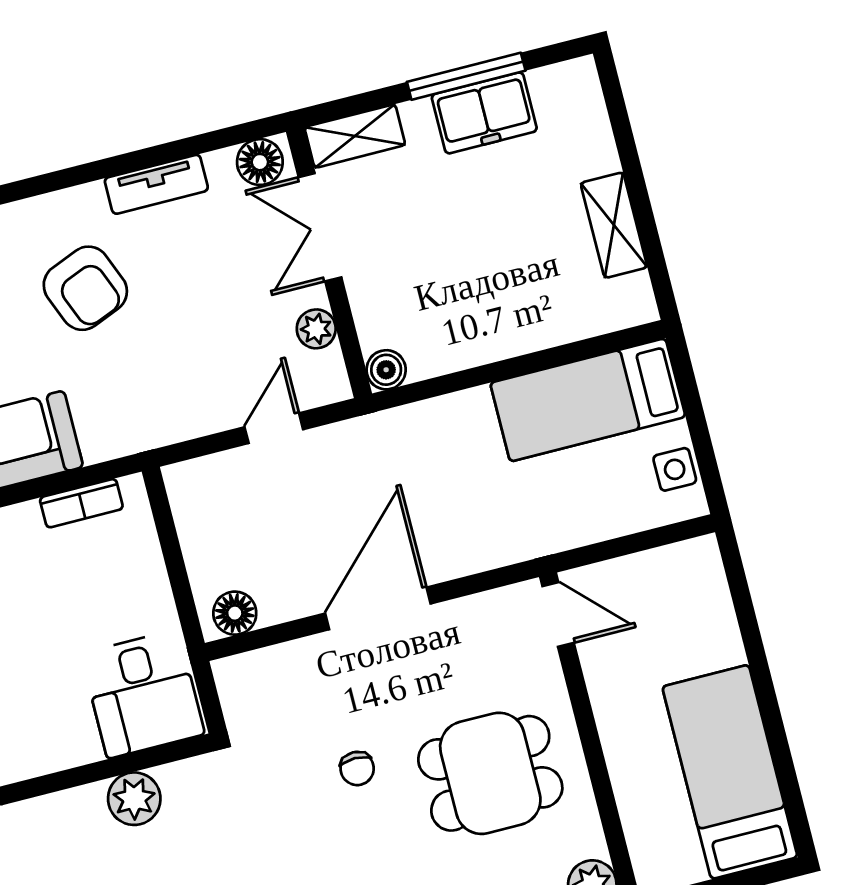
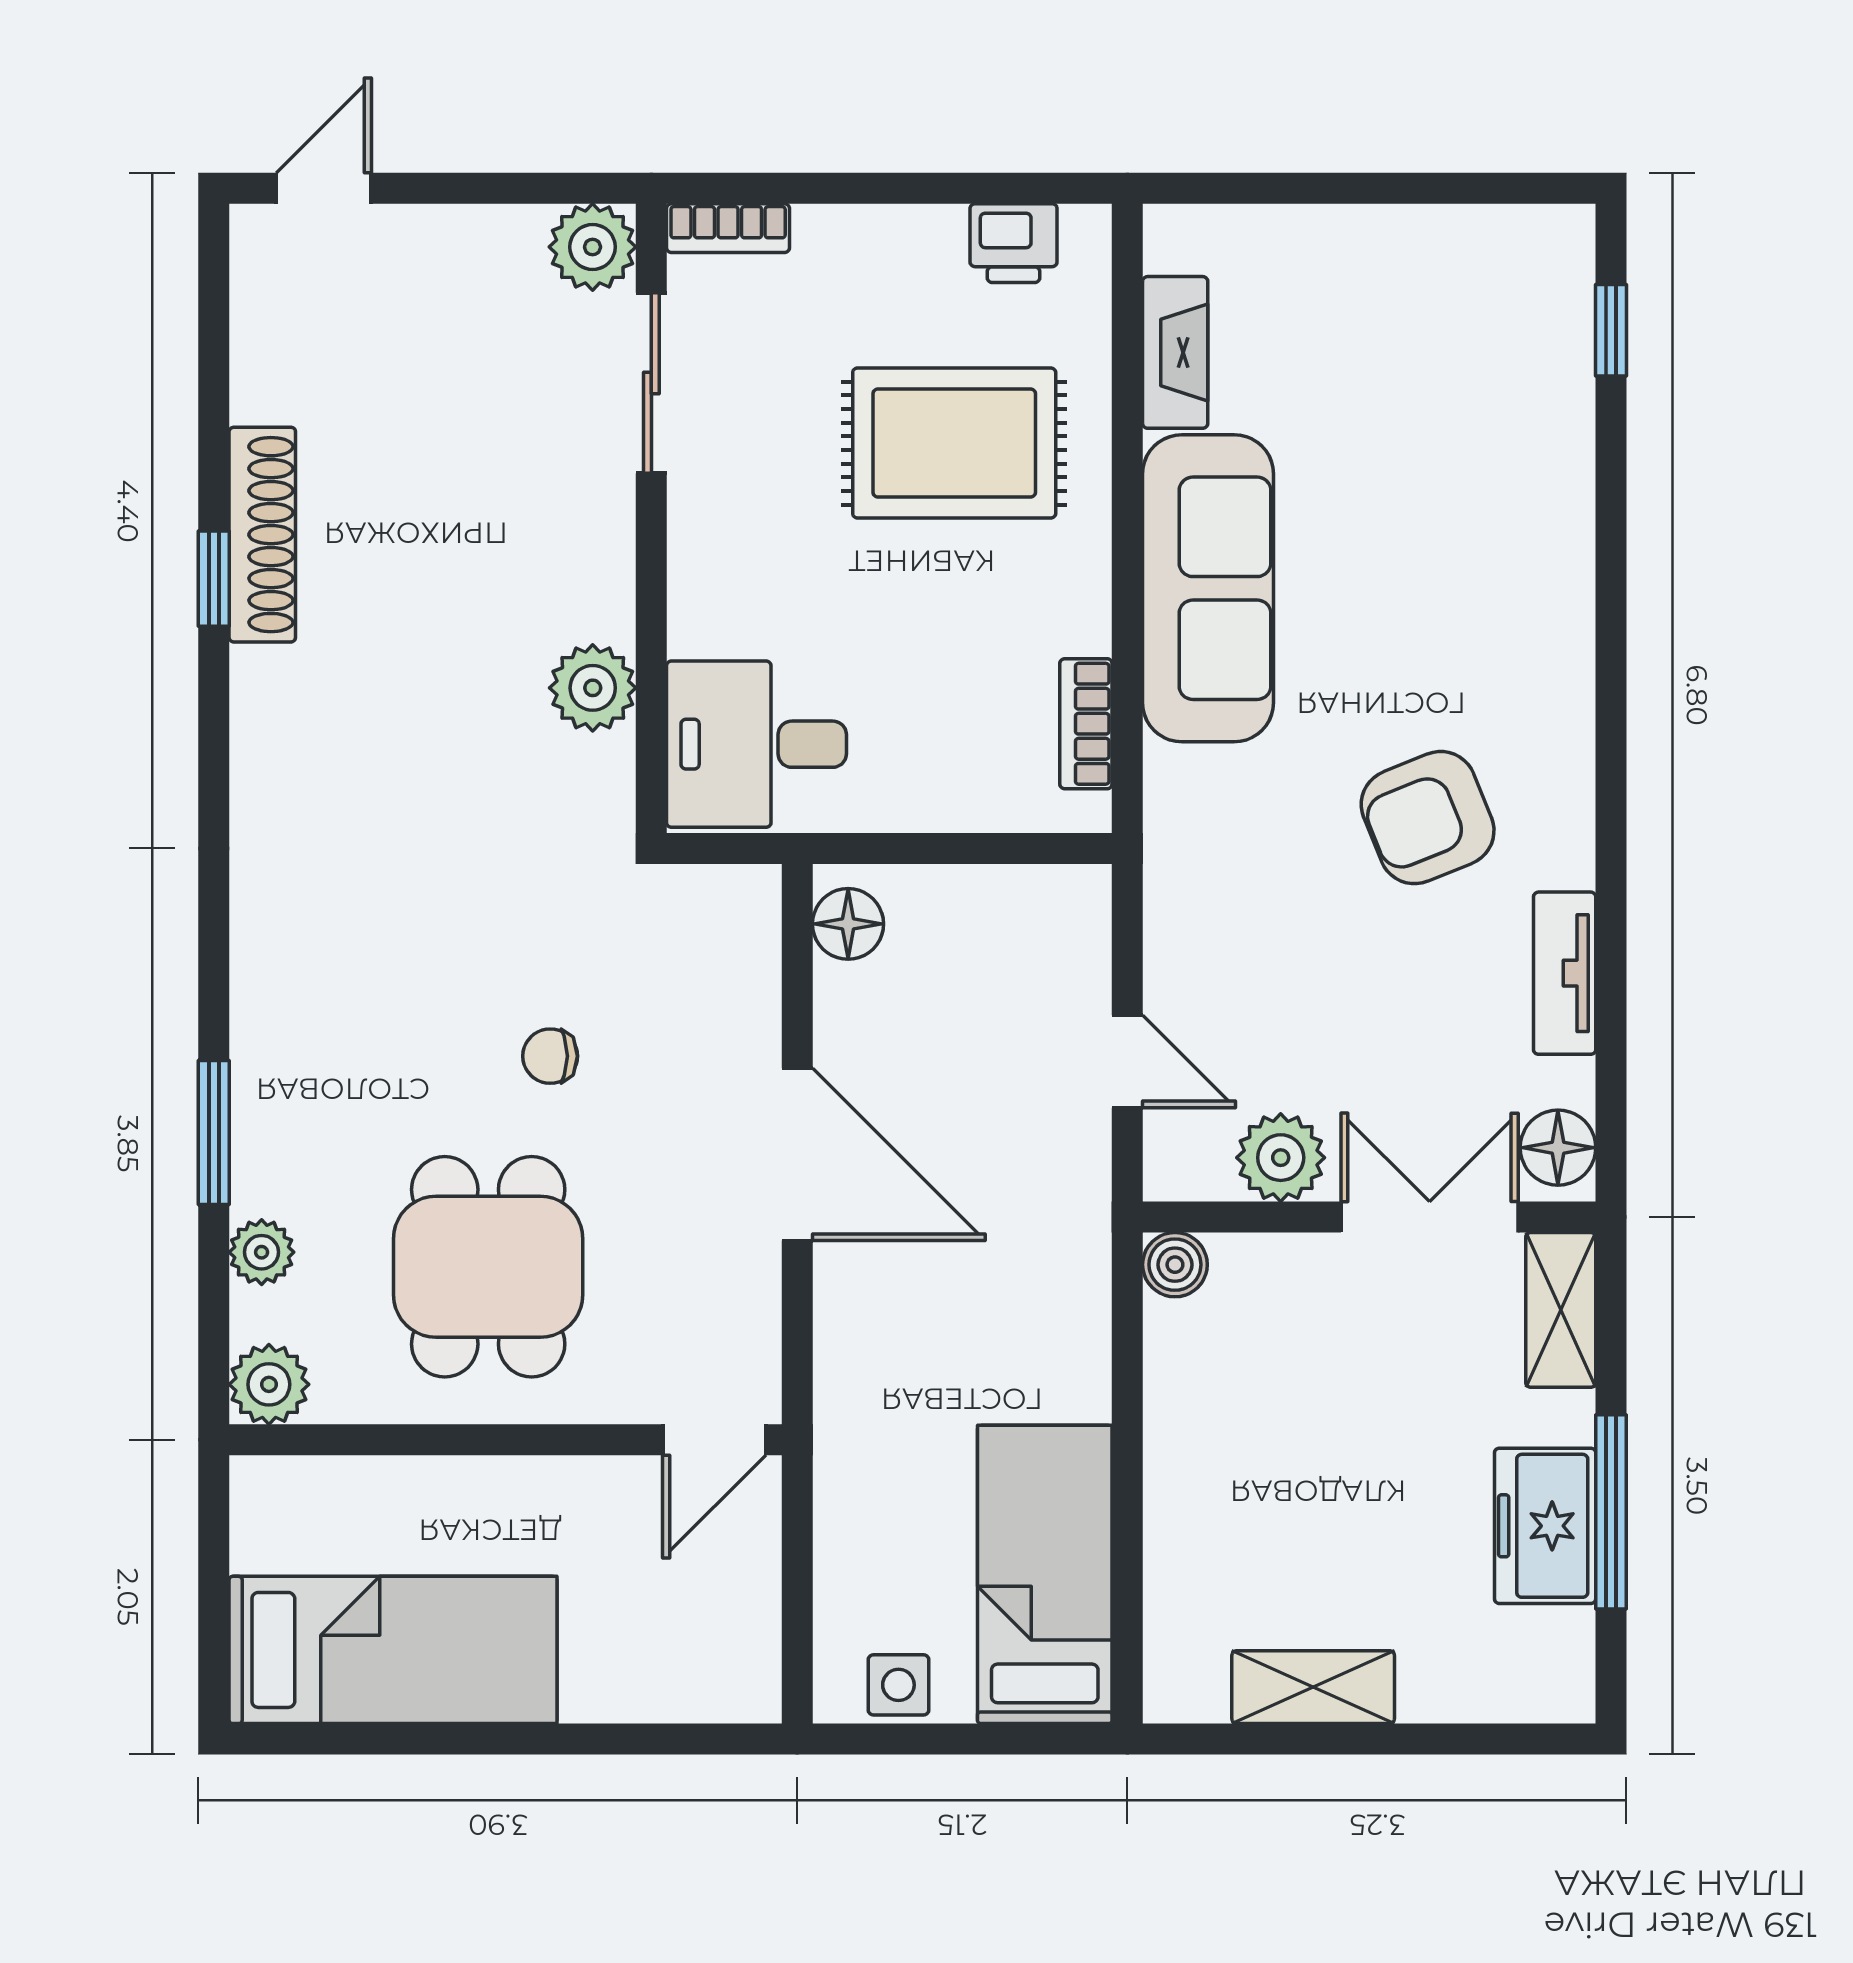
plant: (316, 329) -> (1281, 1158), width x1.38, depth x1.38

